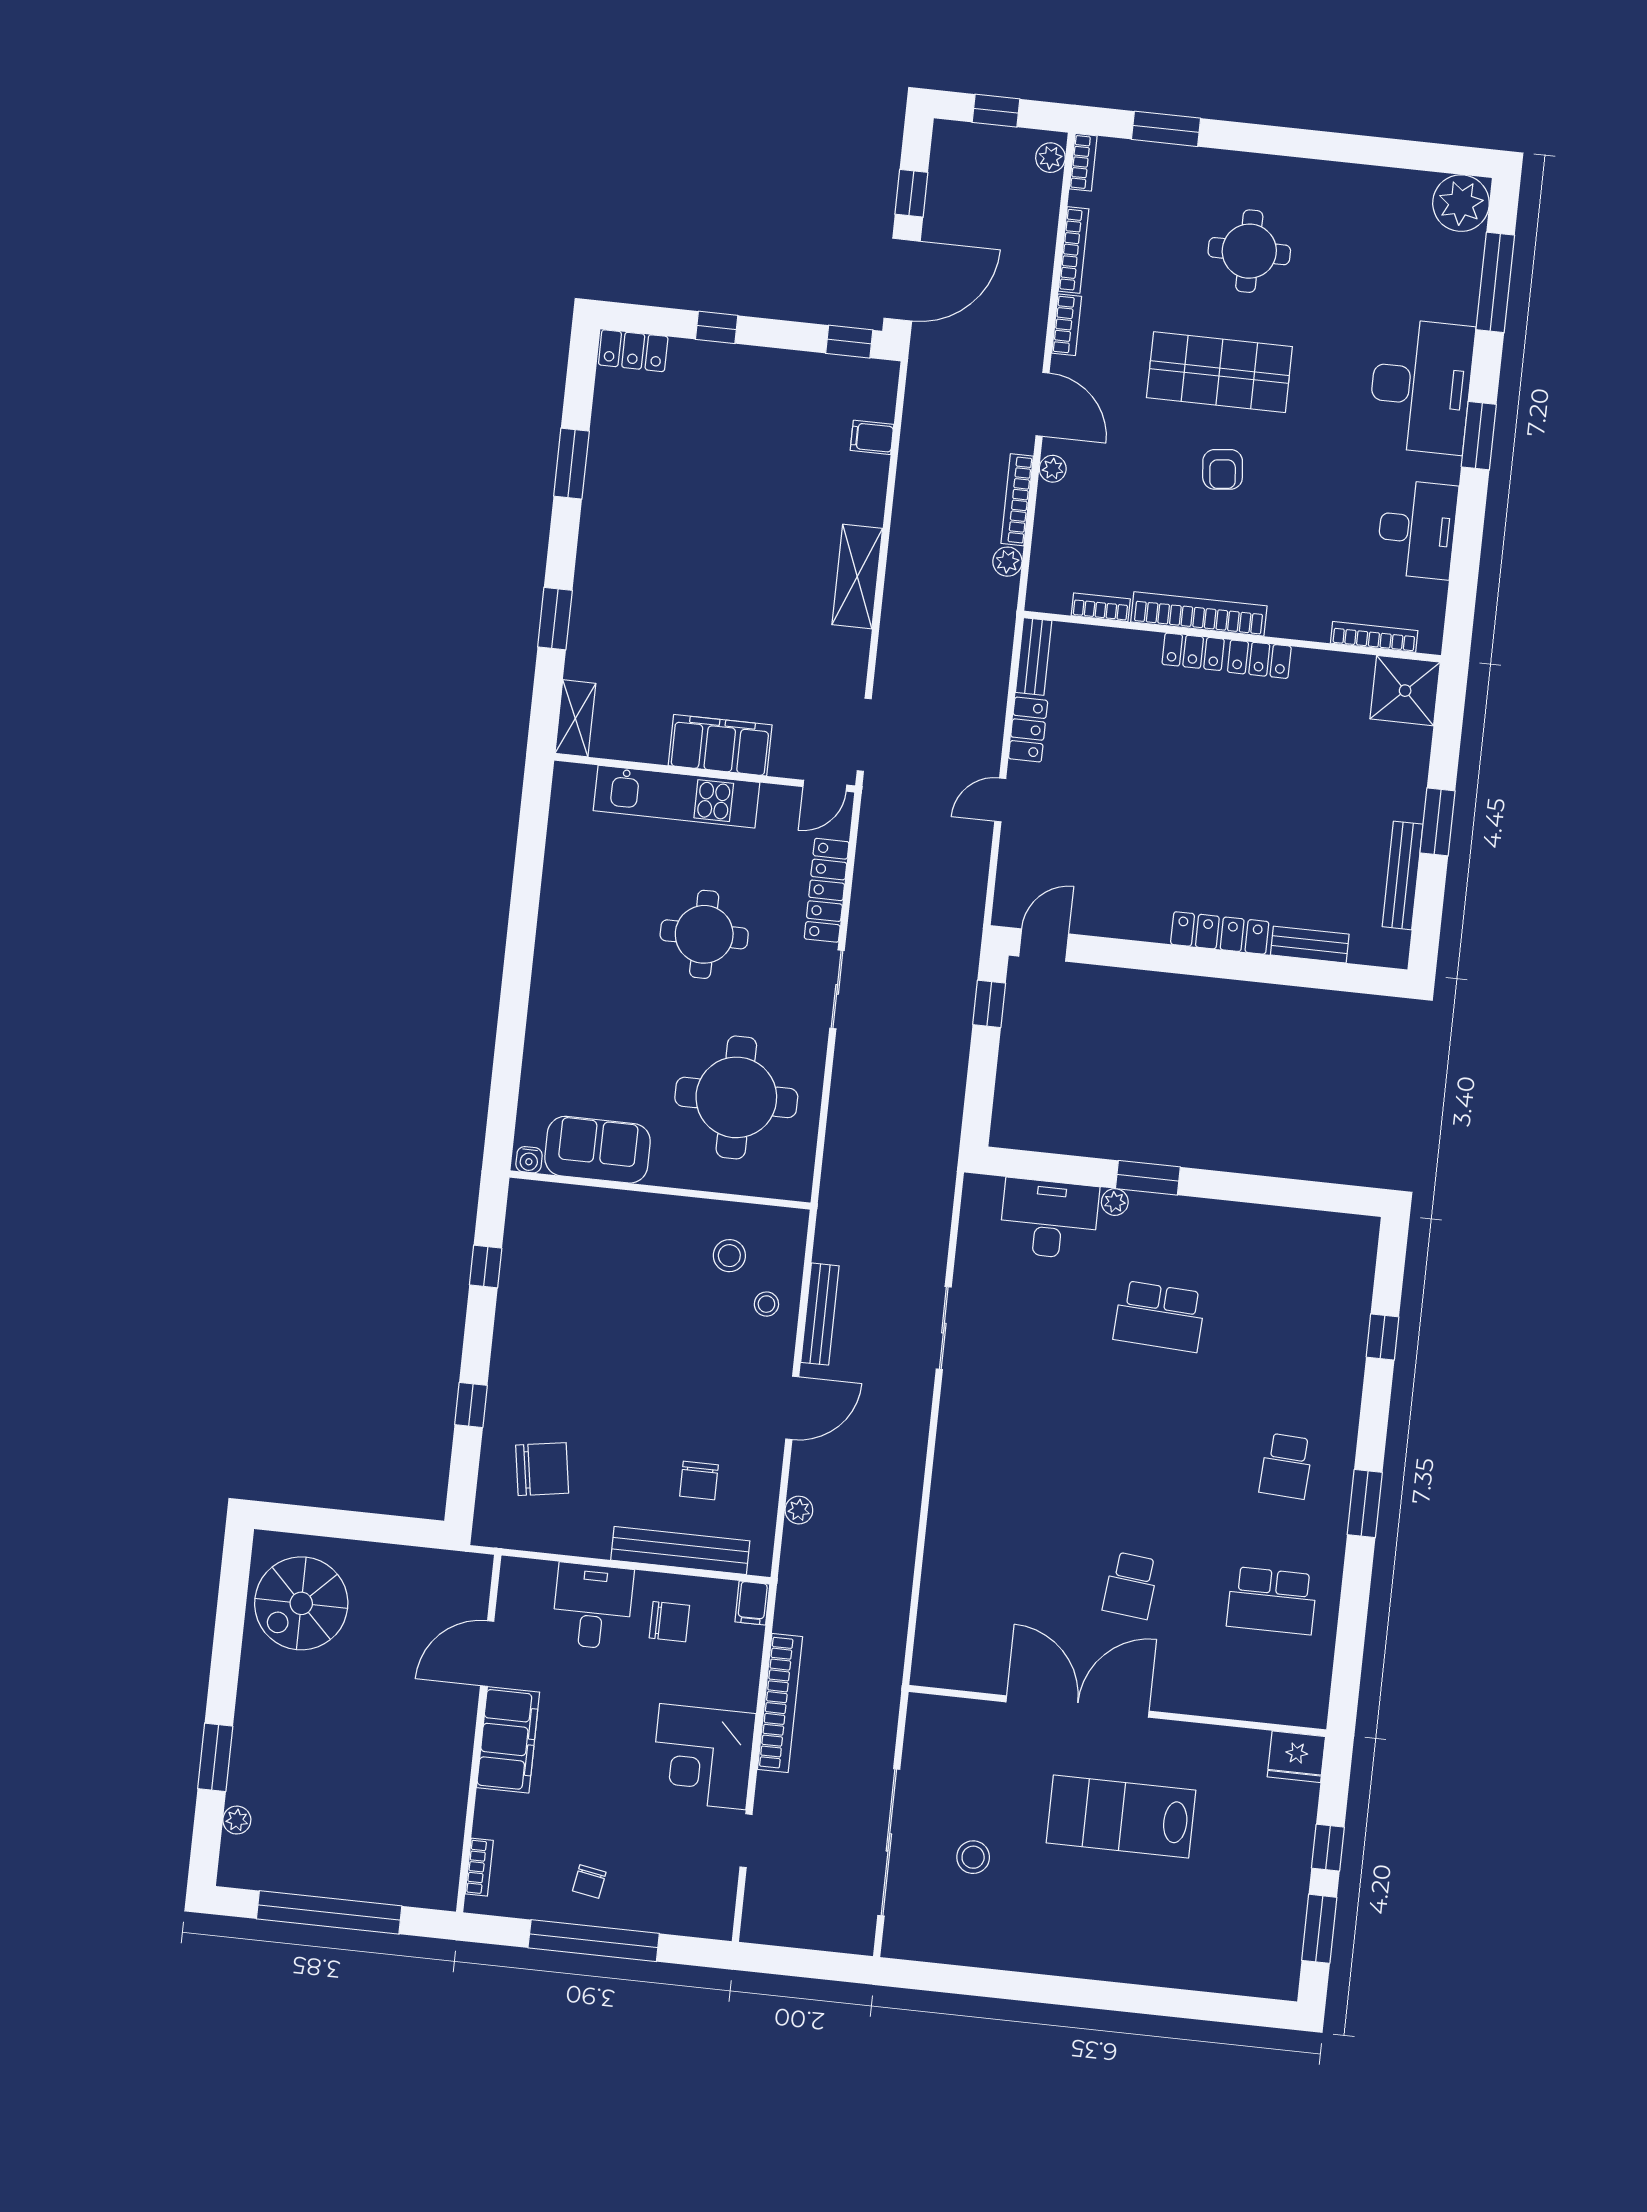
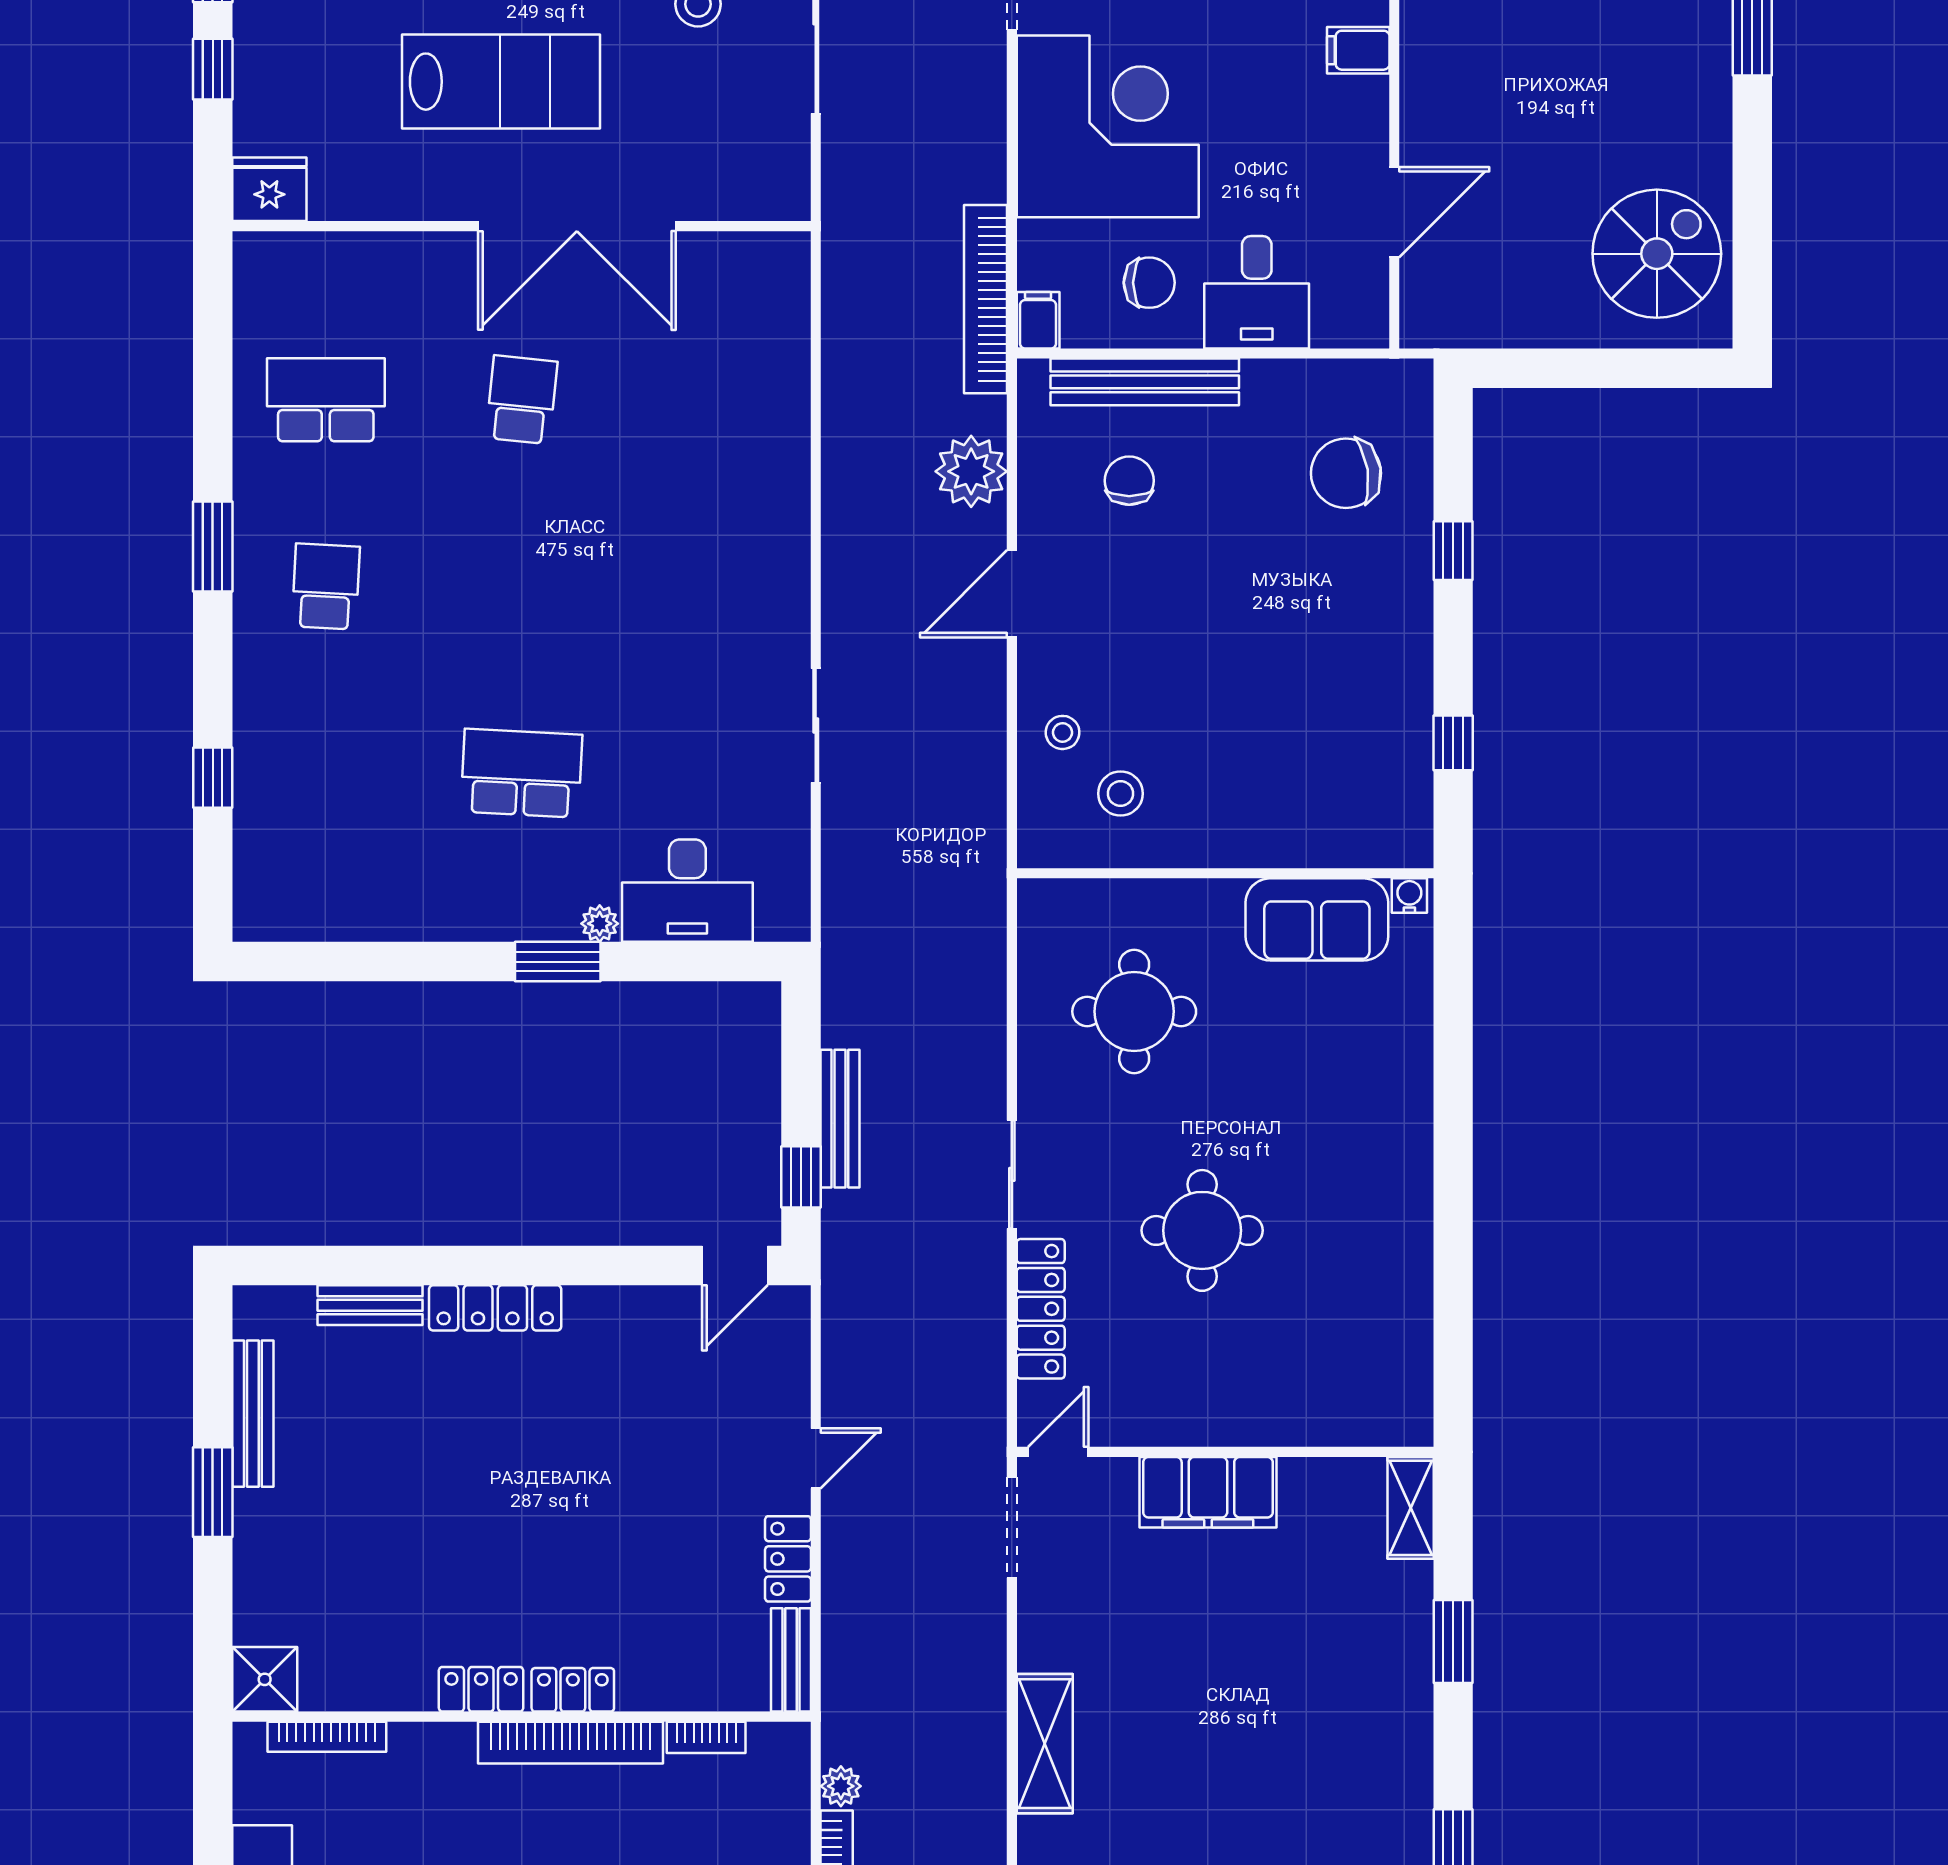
shower: (1405, 691) -> (265, 1679), width x0.73, depth x0.73
kitchen unit: (677, 797) -> (1260, 1415), removed
round table: (736, 1097) -> (1134, 1011), width x0.73, depth x0.73
bench: (820, 1314) -> (840, 1119), moved
plant: (799, 1510) -> (971, 471), width x1.87, depth x1.87
chair: (669, 1622) -> (1149, 283), turned 180
bookcase: (780, 1703) -> (986, 299), moved
filing cabinet: (508, 1740) -> (1358, 50), width x0.33, depth x0.86
corner desk: (703, 1757) -> (1108, 126), width x1.36, depth x1.36

